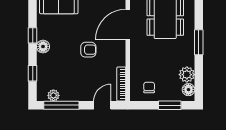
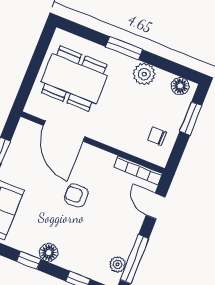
armchair: (88, 50) -> (76, 195), turned -90
plant: (187, 75) -> (144, 74), moved

